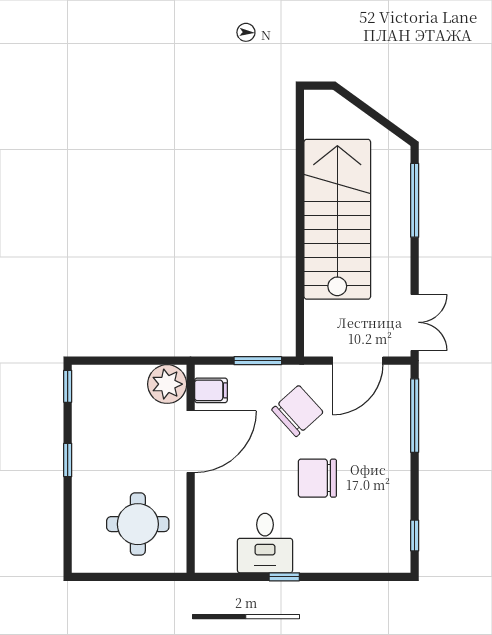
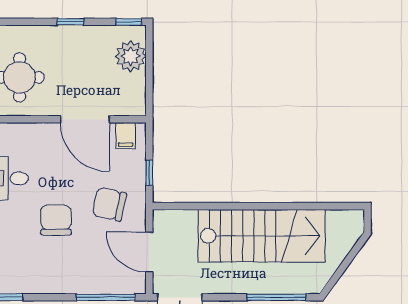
window: (258, 361) -> (149, 173), width x0.67
plant: (167, 384) -> (131, 56), moved
chair: (297, 411) -> (109, 204), turned 144

